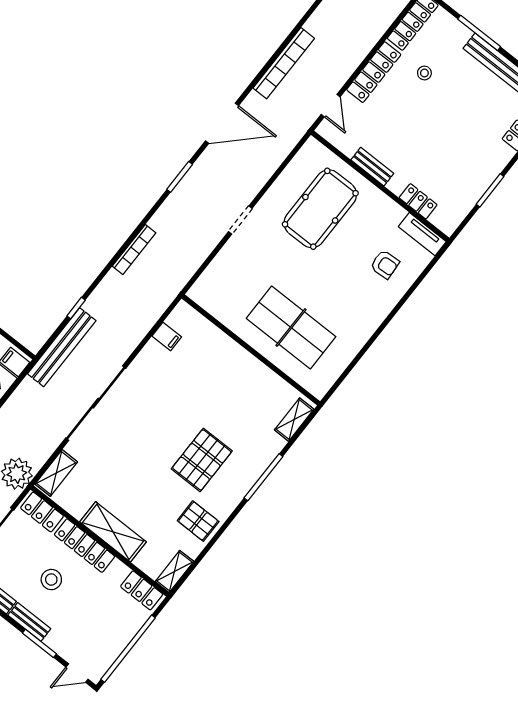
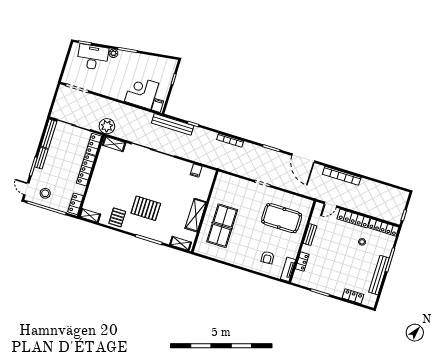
shelving: (113, 532) -> (196, 215), moved
stool: (51, 580) -> (45, 193), moved

